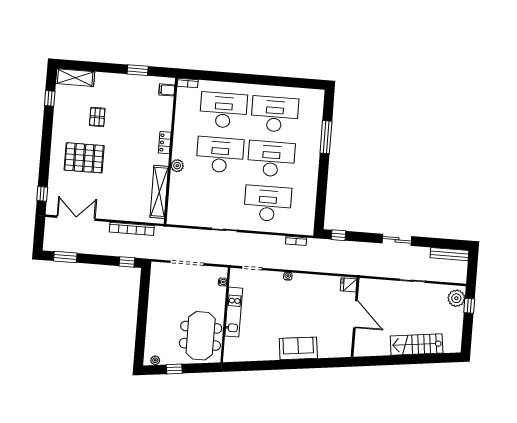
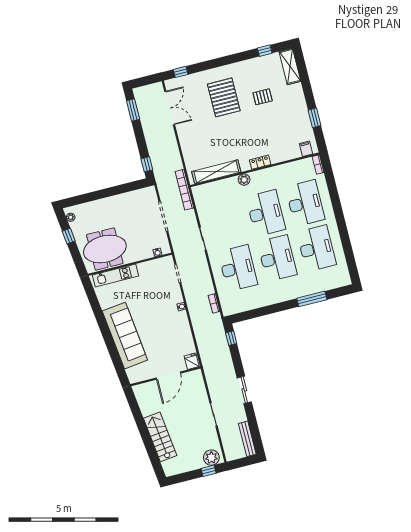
bookcase: (132, 229) -> (184, 190), moved
kitchen unit: (234, 312) -> (115, 275), moved
sofa: (298, 348) -> (125, 336), width x1.85, depth x1.27

